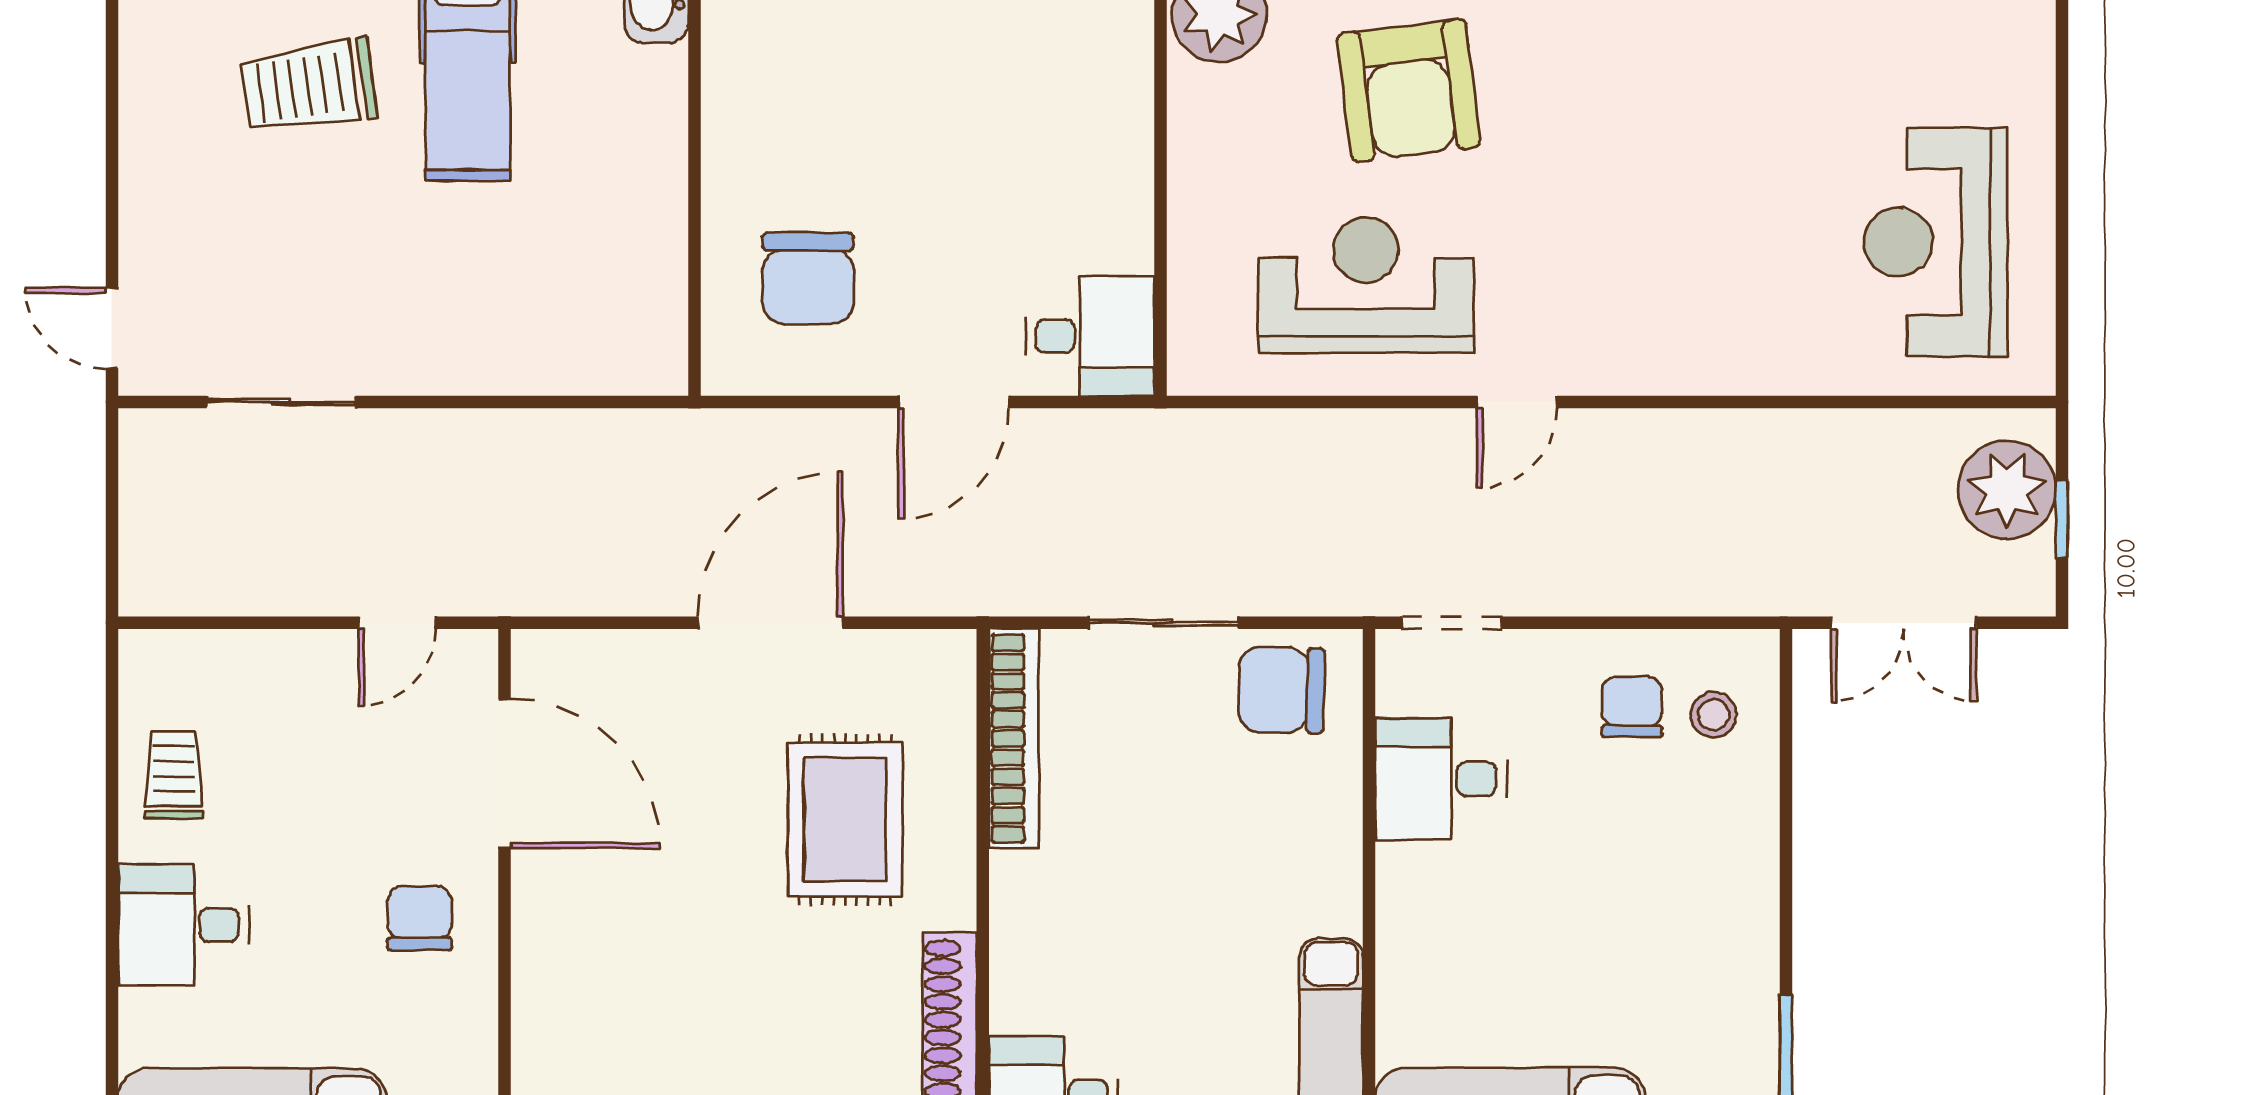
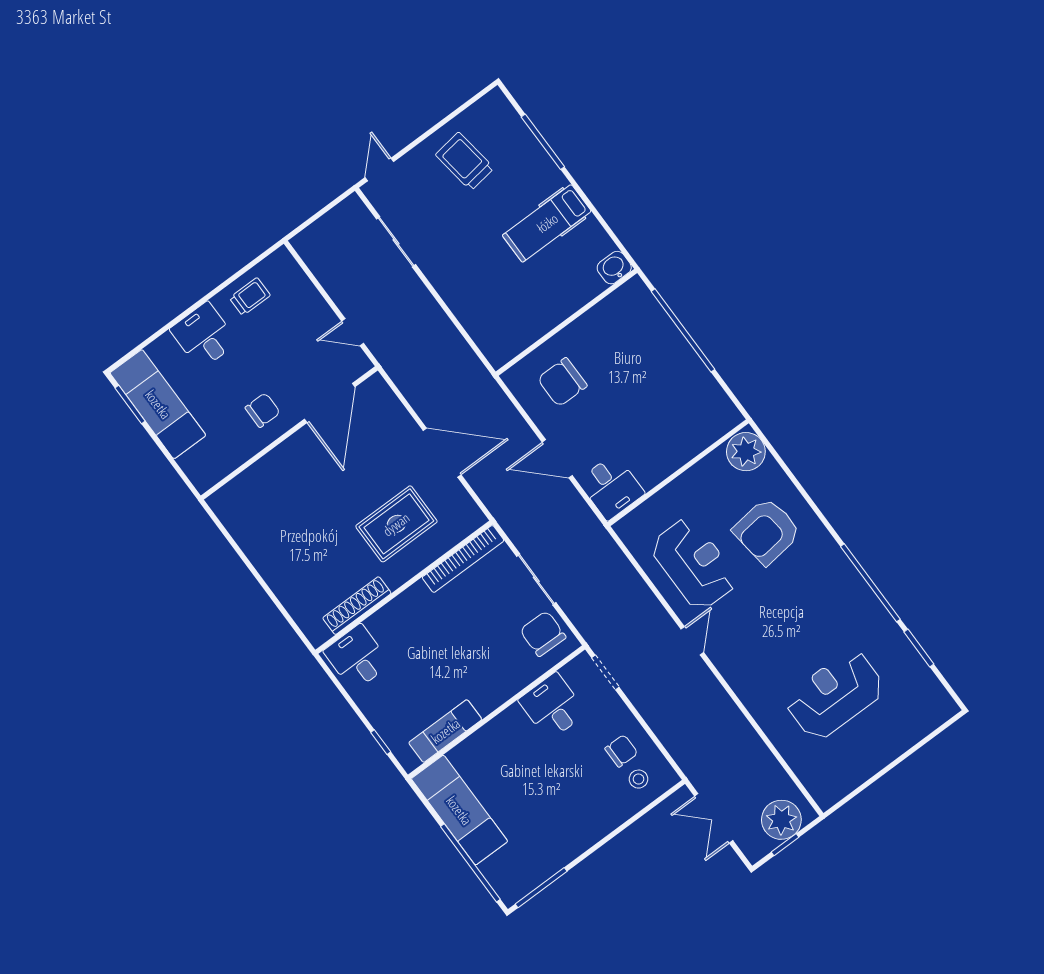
trolley: (309, 86) -> (465, 161), moved
reception desk: (1936, 242) -> (835, 695), moved
door: (1517, 402) -> (692, 641), swing flipped

